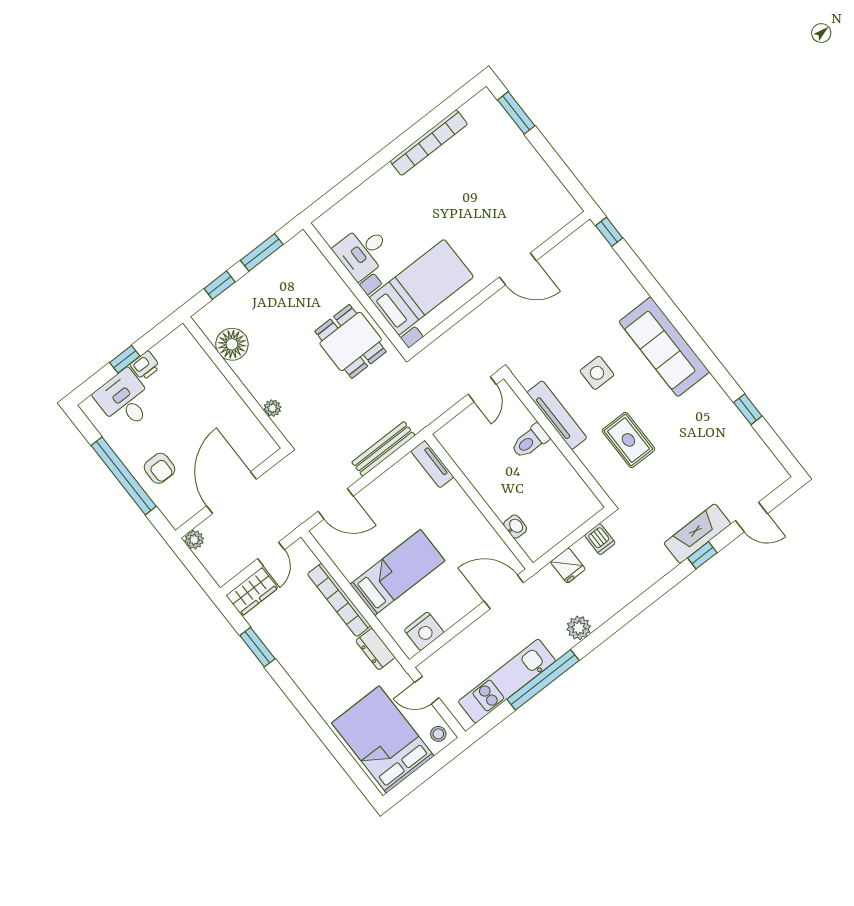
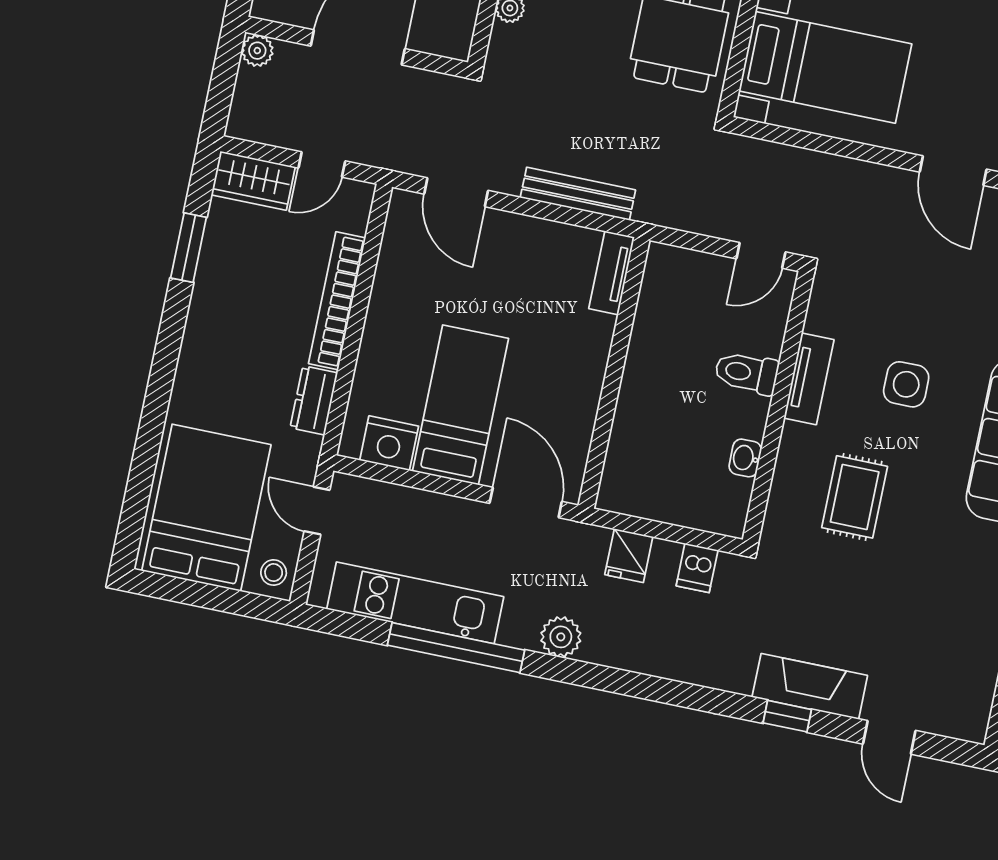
tv unit: (557, 415) -> (809, 379), width x0.71
washbasin: (515, 527) -> (745, 458), moved, turned 180
bed: (397, 573) -> (461, 405), moved, turned -90

